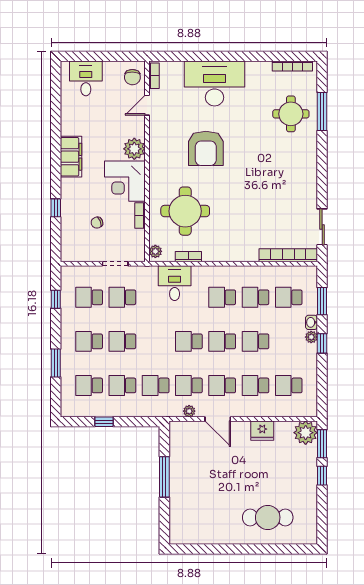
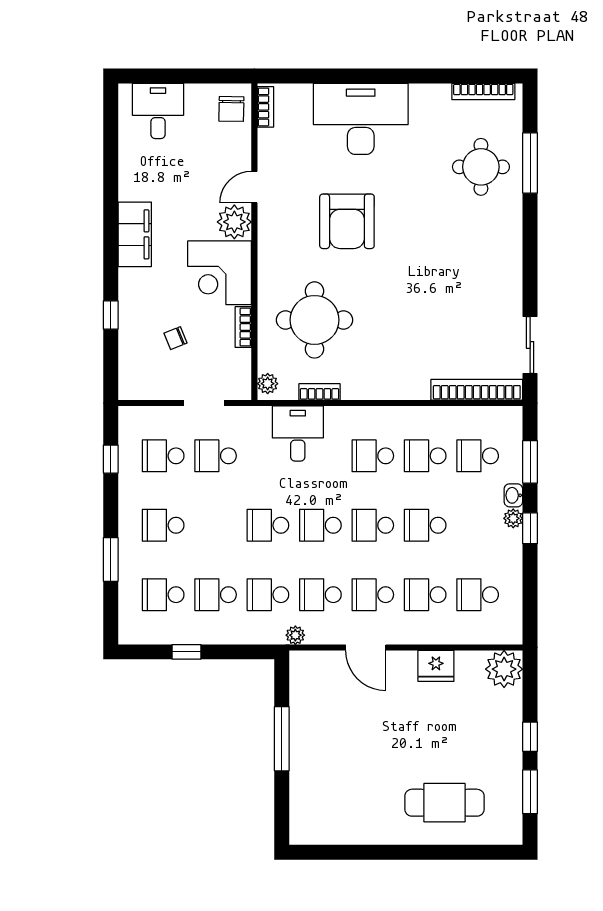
door: (147, 105) -> (254, 187), moved
school desk: (122, 341) -> (268, 525), moved
plant: (189, 411) -> (295, 635), moved
window: (322, 444) -> (530, 792), moved

